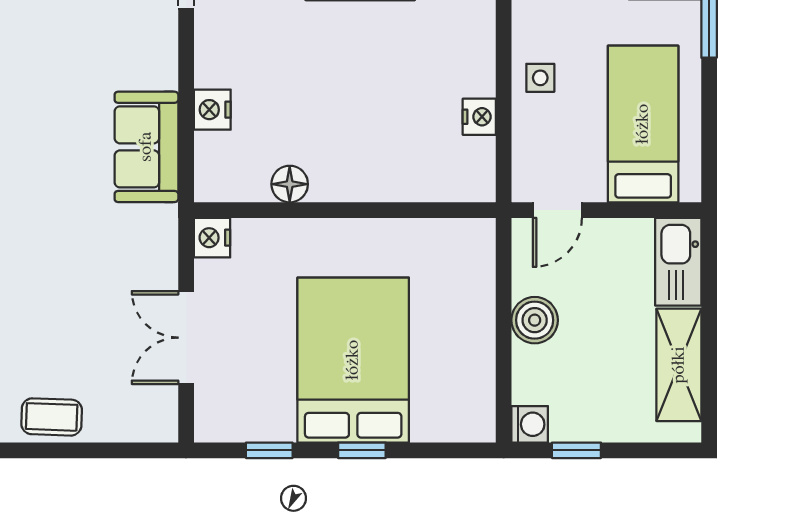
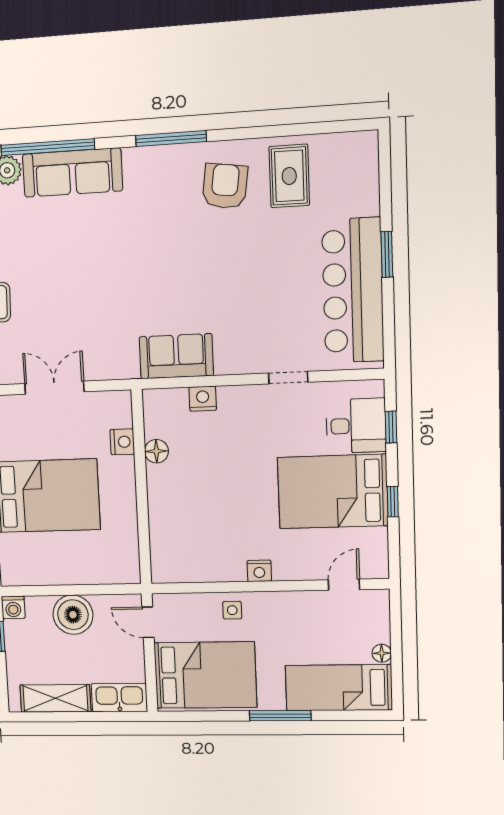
nightstand: (479, 117) -> (259, 571), moved
bed: (643, 124) -> (205, 675), width x1.50
nightstand: (212, 238) -> (122, 442), moved, turned 90
boiler: (535, 320) -> (73, 615), width x1.37, depth x1.37

